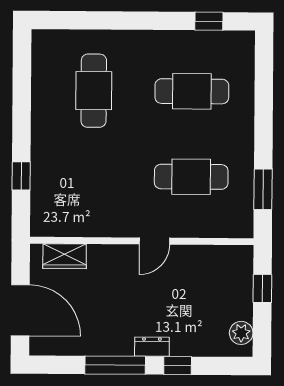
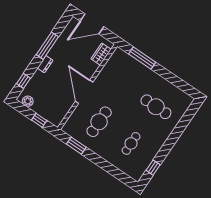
cafe table: (192, 91) -> (131, 143), width x0.73, depth x0.74
window: (21, 176) -> (142, 58), width x2.17
door: (154, 241) -> (84, 92), width x1.87
window: (178, 366) -> (23, 81), moved

